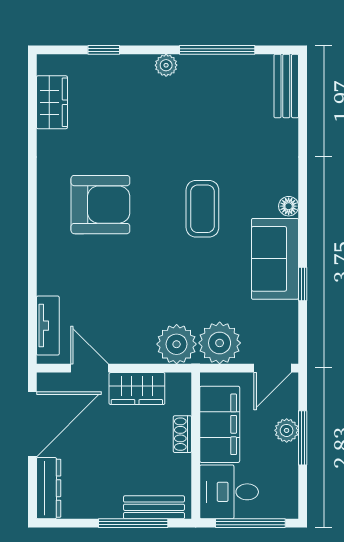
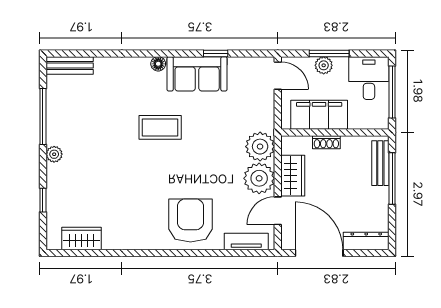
armchair: (100, 205) -> (190, 220), moved
plant: (220, 343) -> (259, 178), moved
desk: (229, 492) -> (369, 78), moved, turned 180

